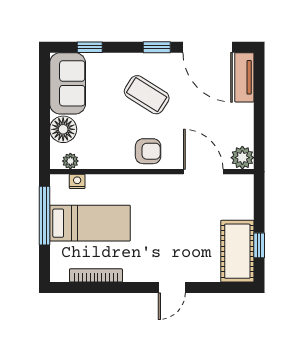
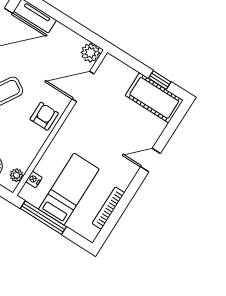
door: (172, 288) -> (151, 160), swing flipped

